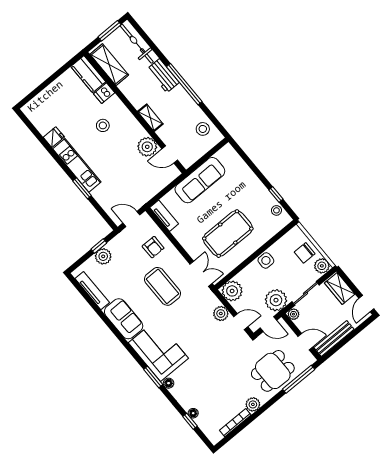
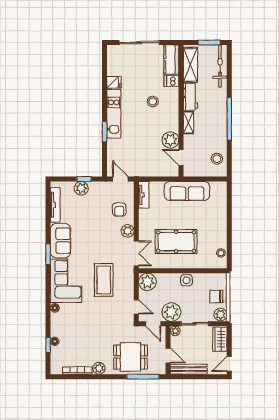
workbench: (163, 76) -> (190, 97), moved, turned 180
sliding door: (47, 83) -> (139, 43), added
window: (276, 195) -> (229, 242), removed
coffee table: (162, 286) -> (104, 280), moved
plant: (221, 314) -> (128, 231), moved
window: (153, 377) -> (48, 254), moved

